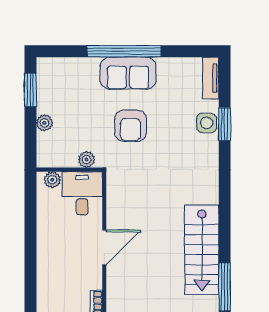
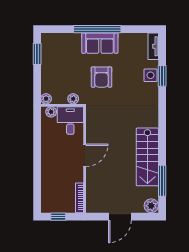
plant: (44, 123) -> (46, 99), moved

